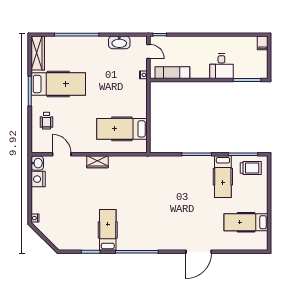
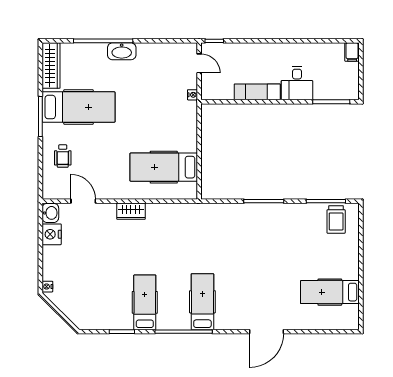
washbasin: (119, 42) -> (122, 51), moved
exam couch: (172, 73) -> (257, 92), moved
trolley: (251, 168) -> (336, 220), turned 90
hospital bed: (223, 177) -> (202, 302), moved, turned 180

